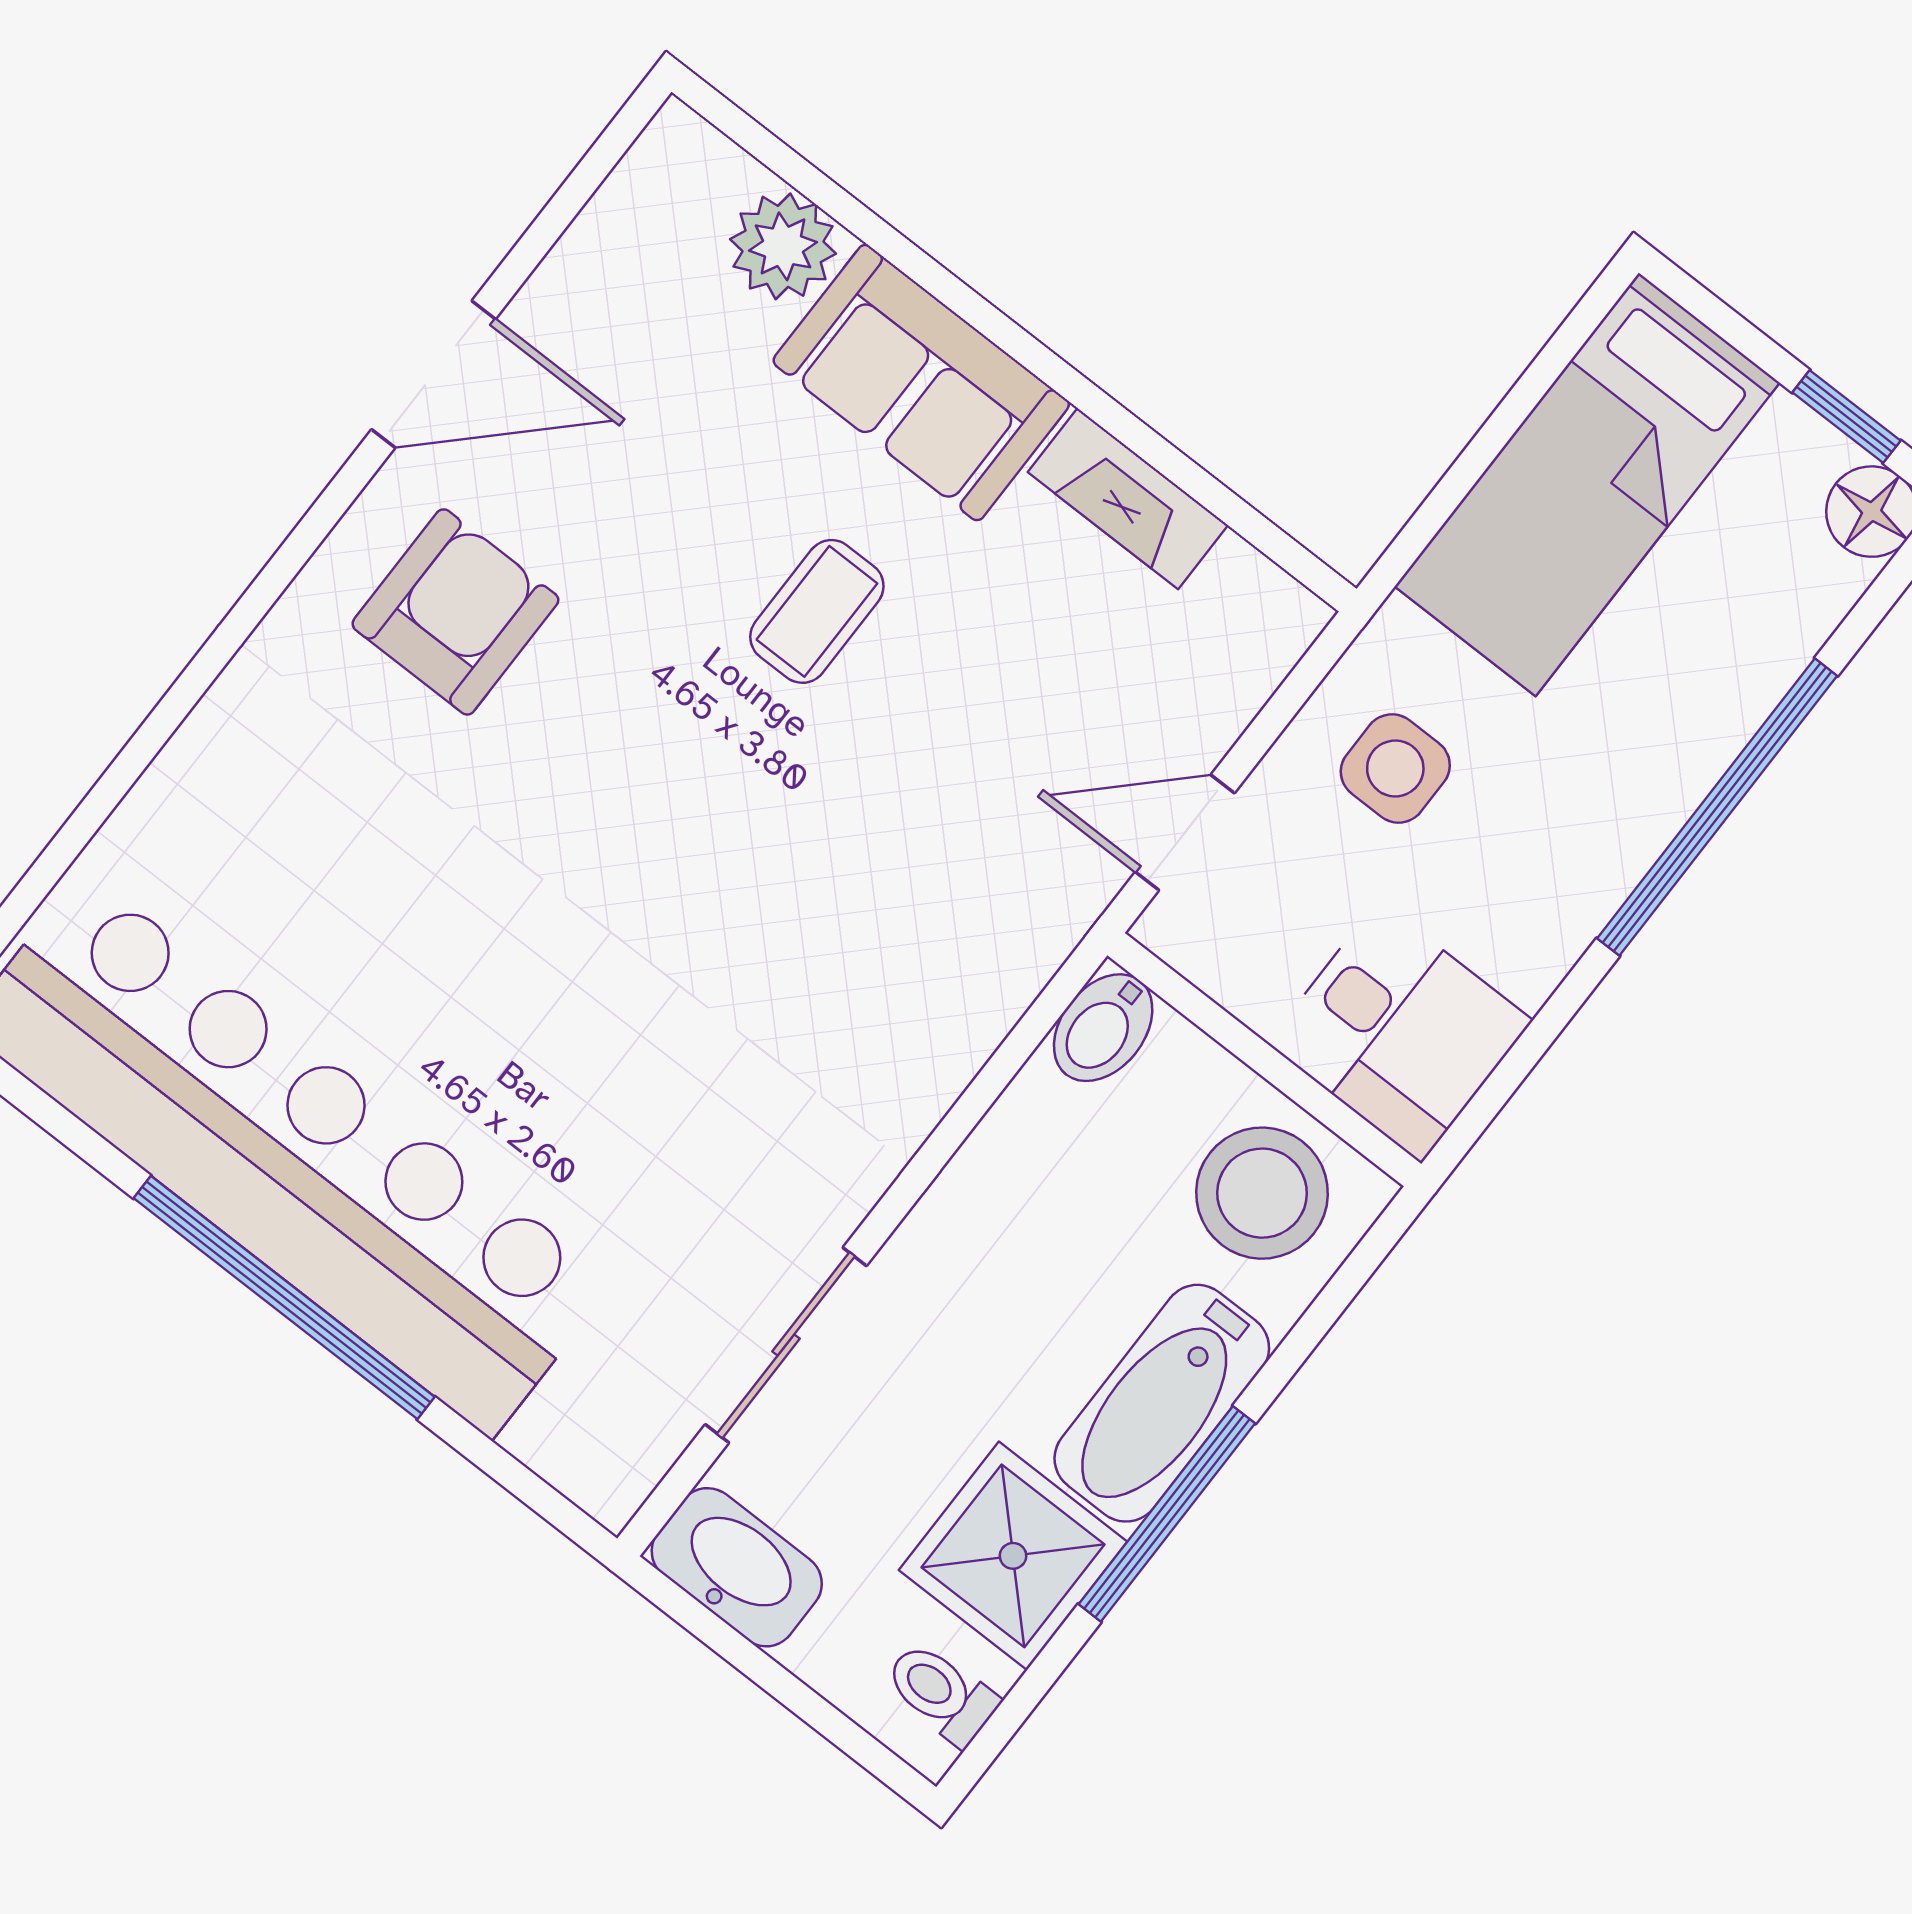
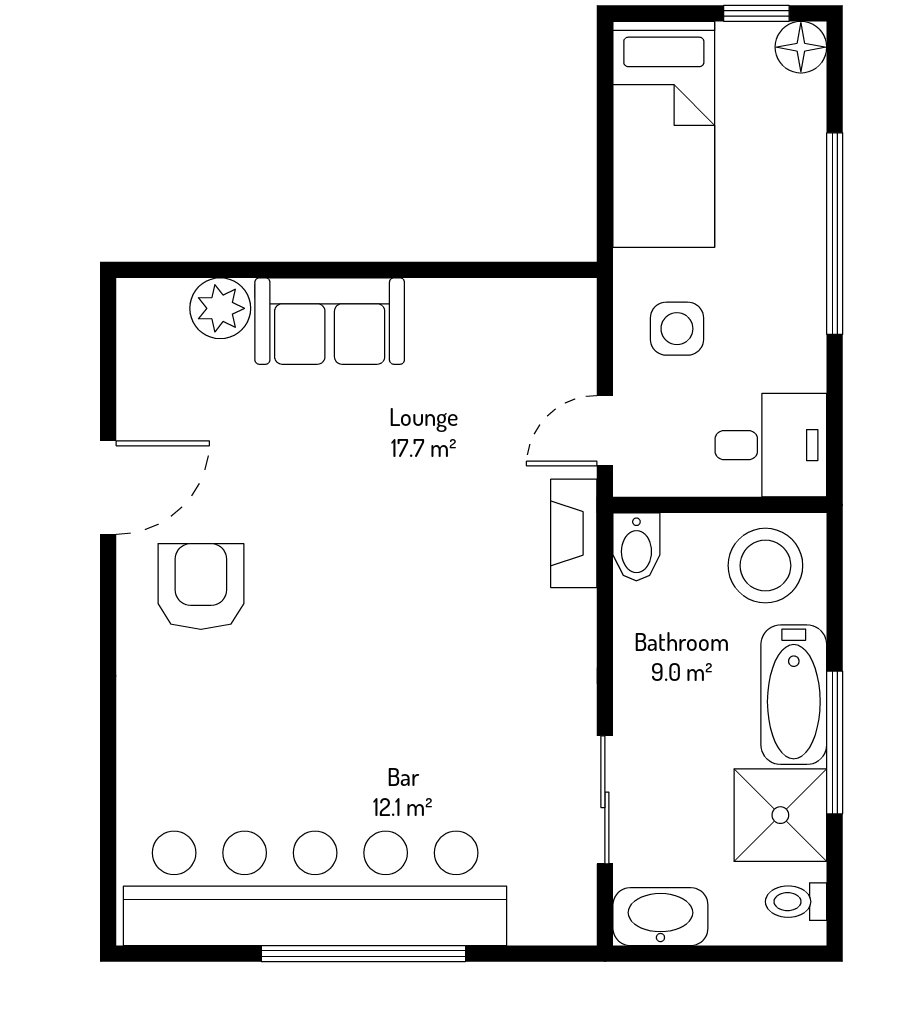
fireplace: (1128, 499) -> (574, 533), moved, turned 90
coffee table: (817, 611) -> (363, 460), removed

